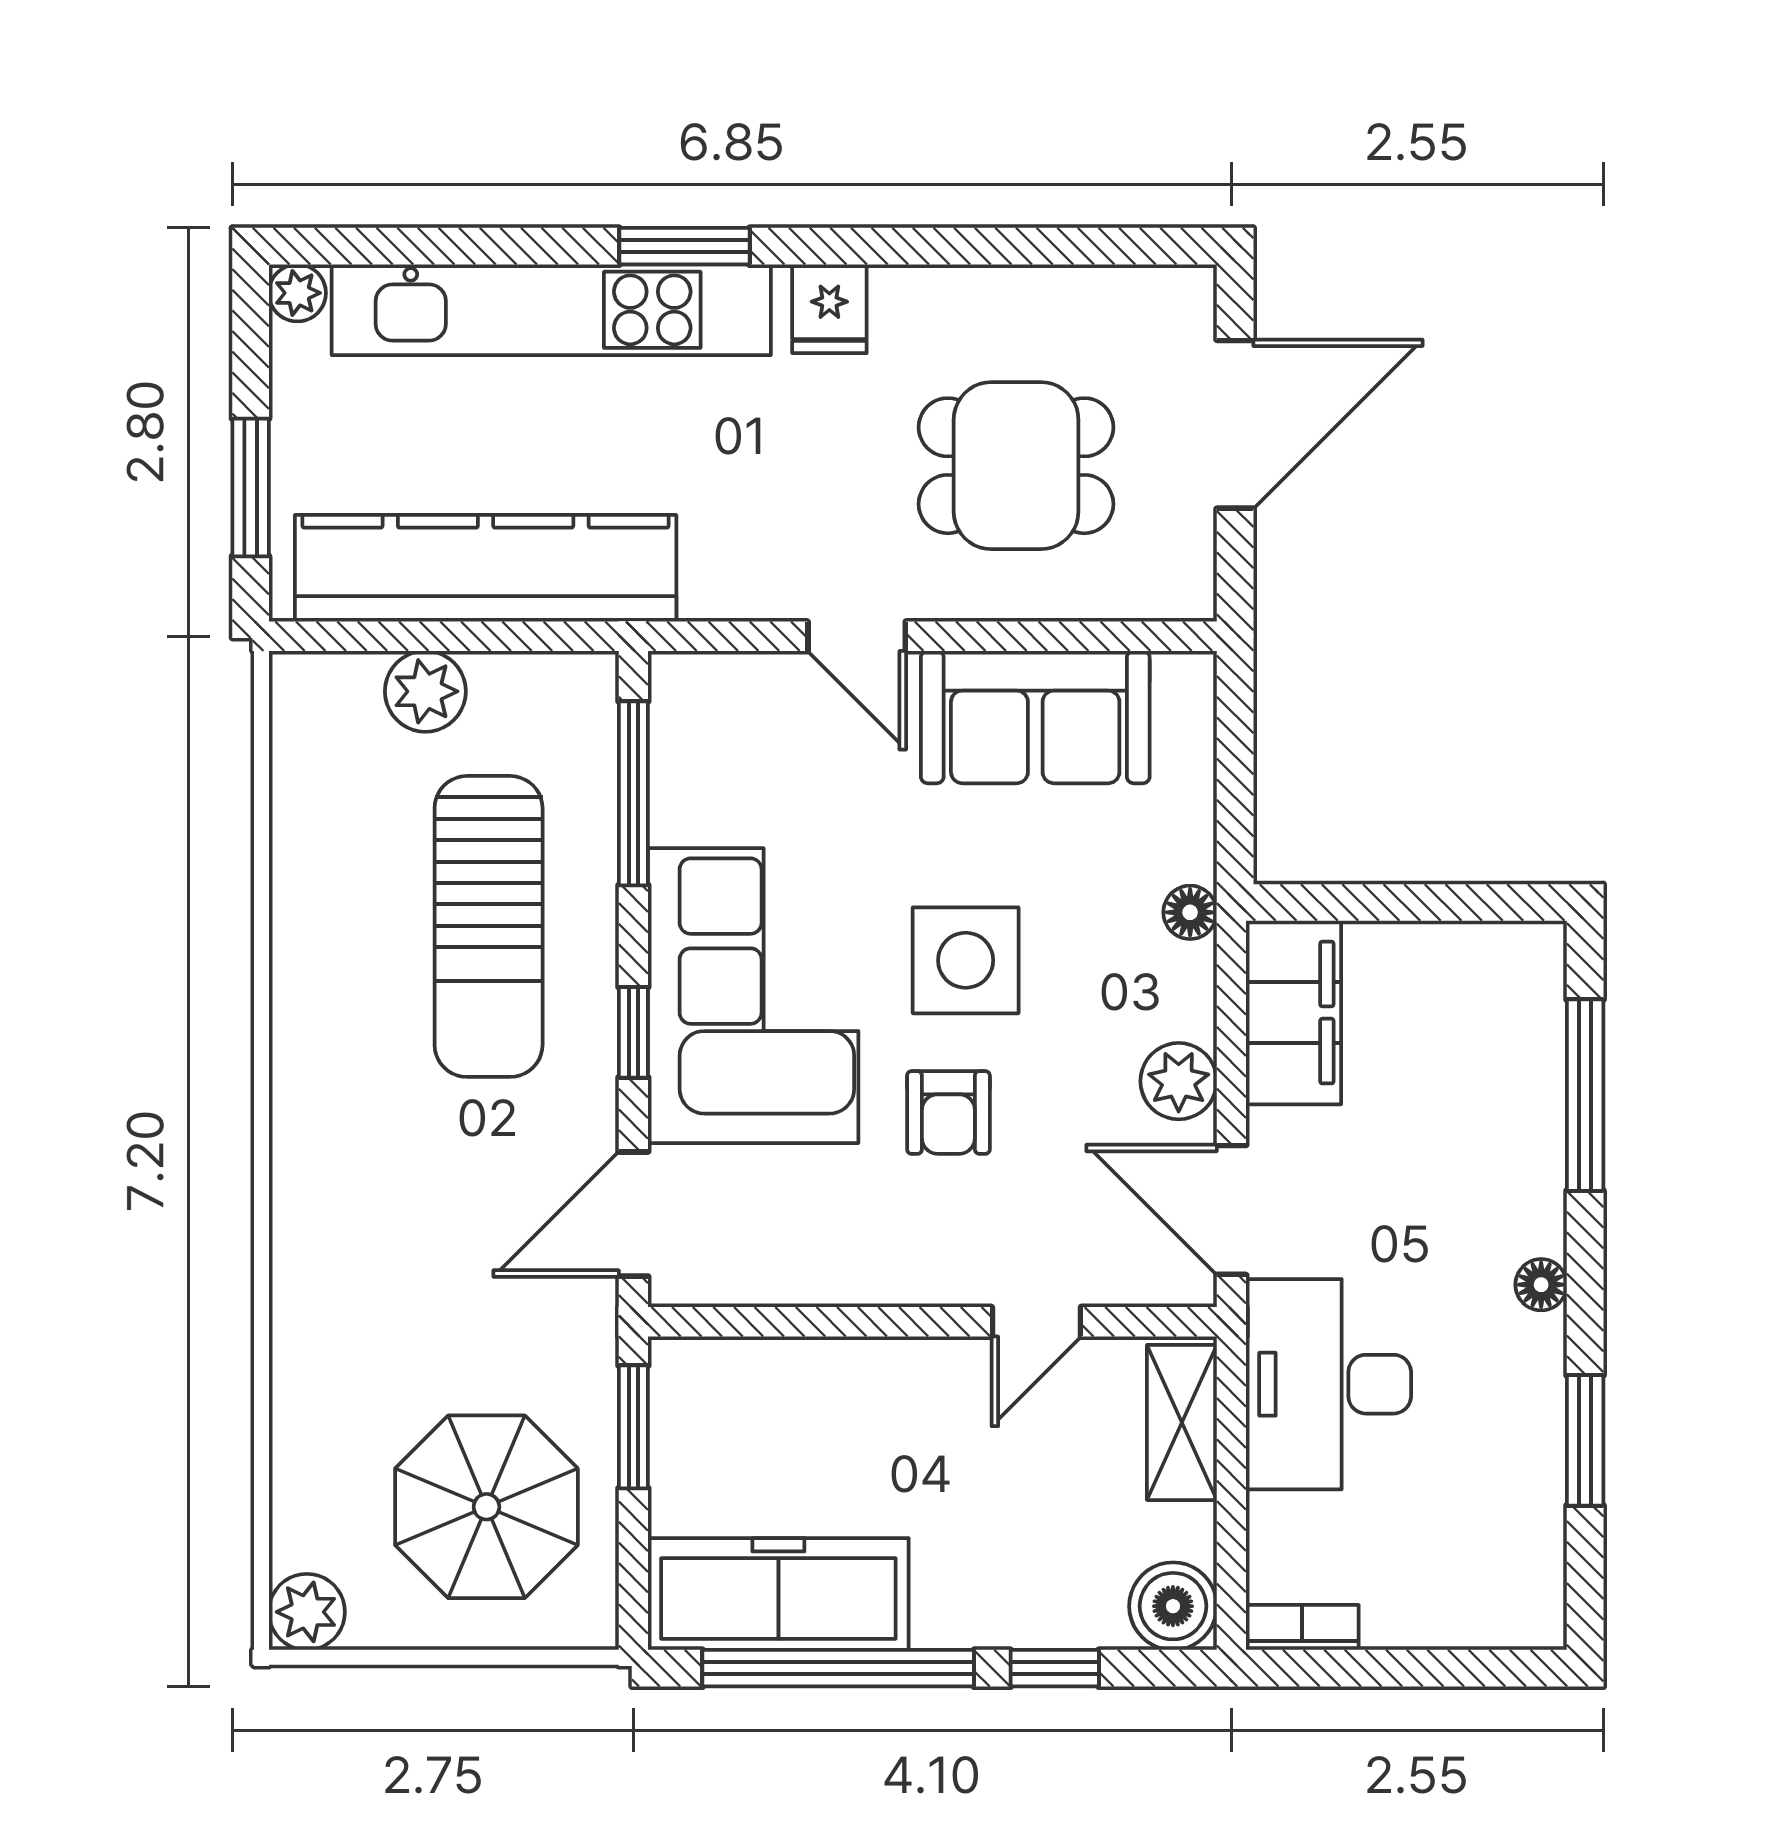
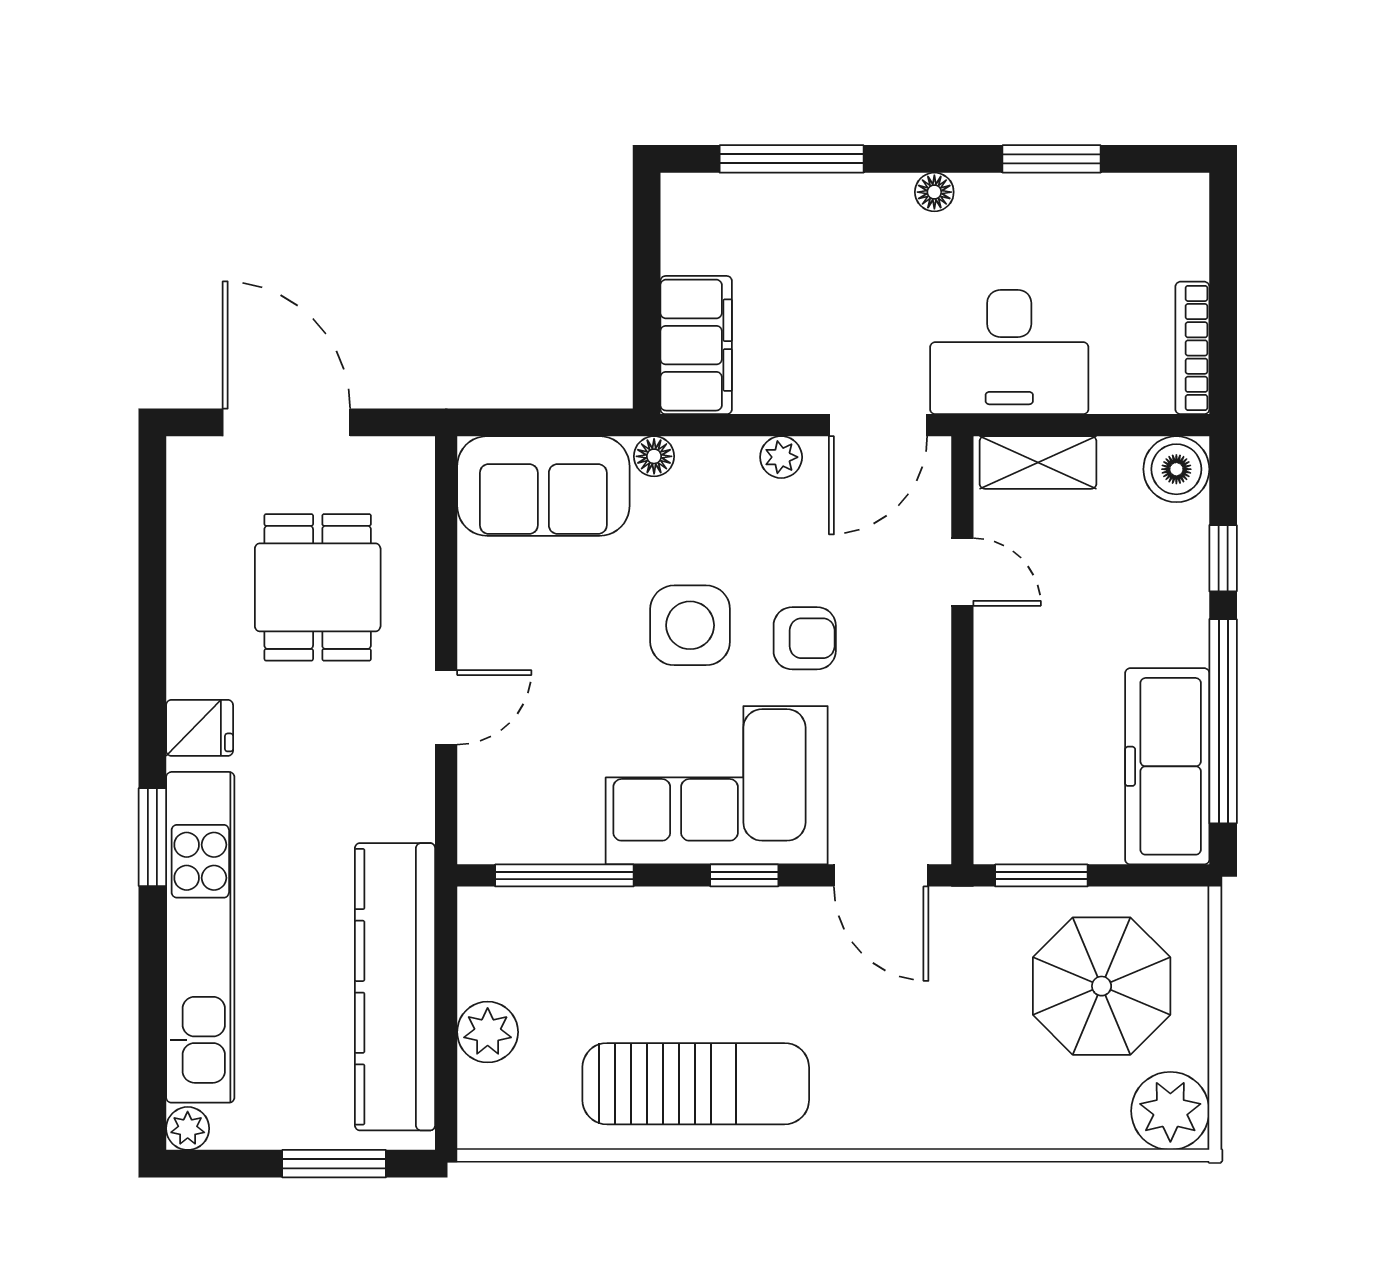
sofa: (1035, 717) -> (543, 486), moved, turned 90
sun lounger: (489, 926) -> (696, 1084), moved
filing cabinet: (1294, 1013) -> (696, 345), moved, turned 90
plant: (1179, 1081) -> (781, 457), width x0.73, depth x0.73
plant: (307, 1612) -> (1170, 1111), width x1.36, depth x1.36
bookcase: (1302, 1627) -> (1192, 348), width x1.56

